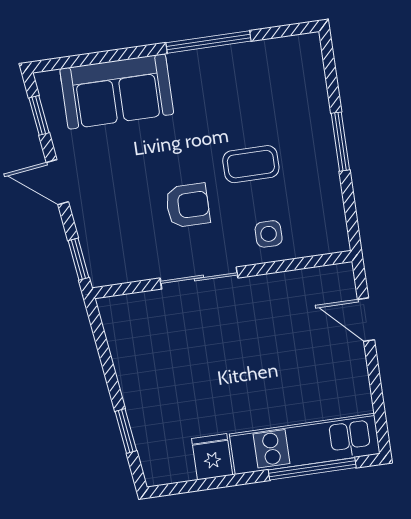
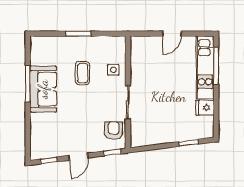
sofa: (117, 91) -> (43, 89), moved
armchair: (188, 205) -> (114, 131), moved
door: (366, 320) -> (172, 34), moved

